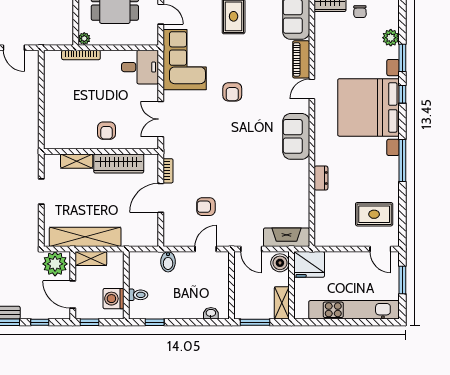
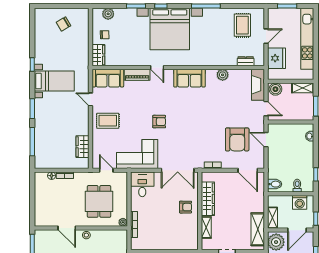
door: (161, 14) -> (106, 170), hinge flipped
plant: (391, 38) -> (108, 14), moved
double door: (161, 119) -> (178, 170), width x1.37
dresser: (321, 178) -> (246, 61), moved
plant: (301, 185) -> (223, 75), added
door: (161, 198) -> (248, 170), moved
armchair: (206, 207) -> (237, 139), width x1.88, depth x1.88
shelving: (85, 237) -> (258, 229), width x0.68
door: (251, 249) -> (266, 109), hinge flipped
door: (380, 249) -> (266, 36), moved
bidet: (168, 262) -> (275, 184), moved
fridge: (309, 264) -> (276, 58), moved

